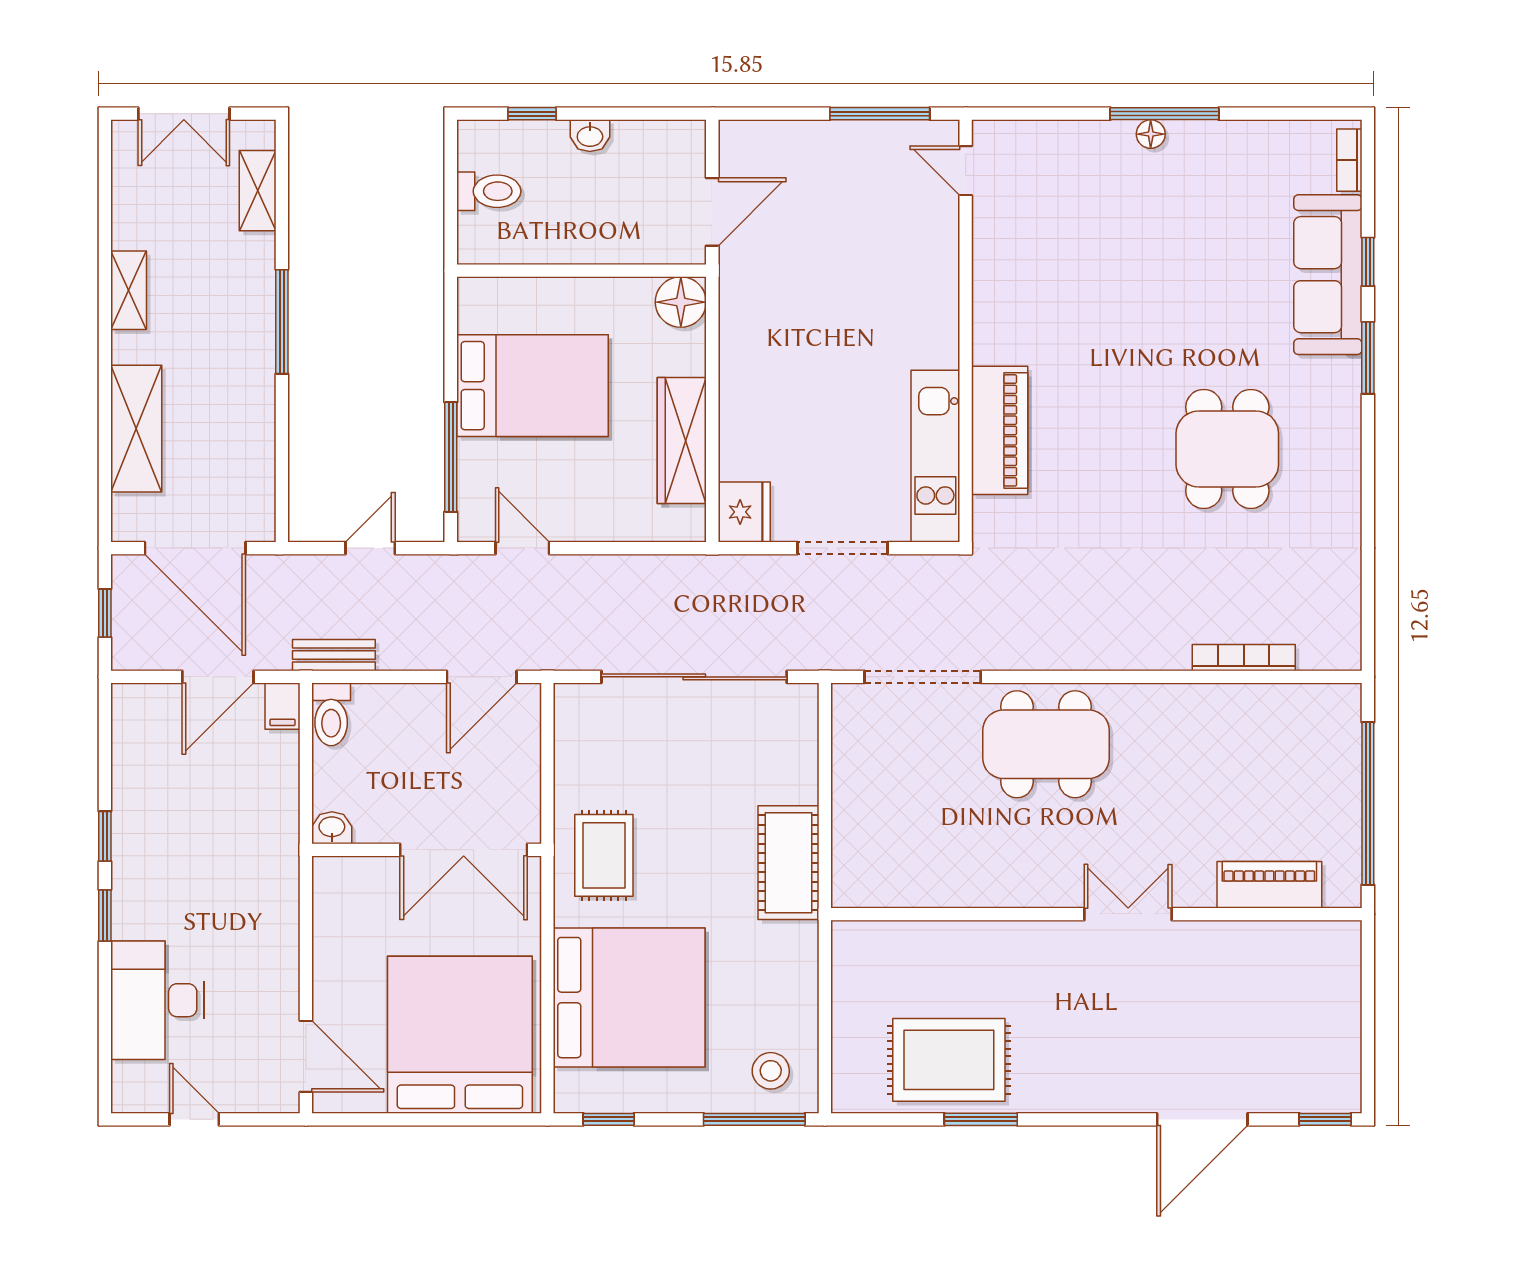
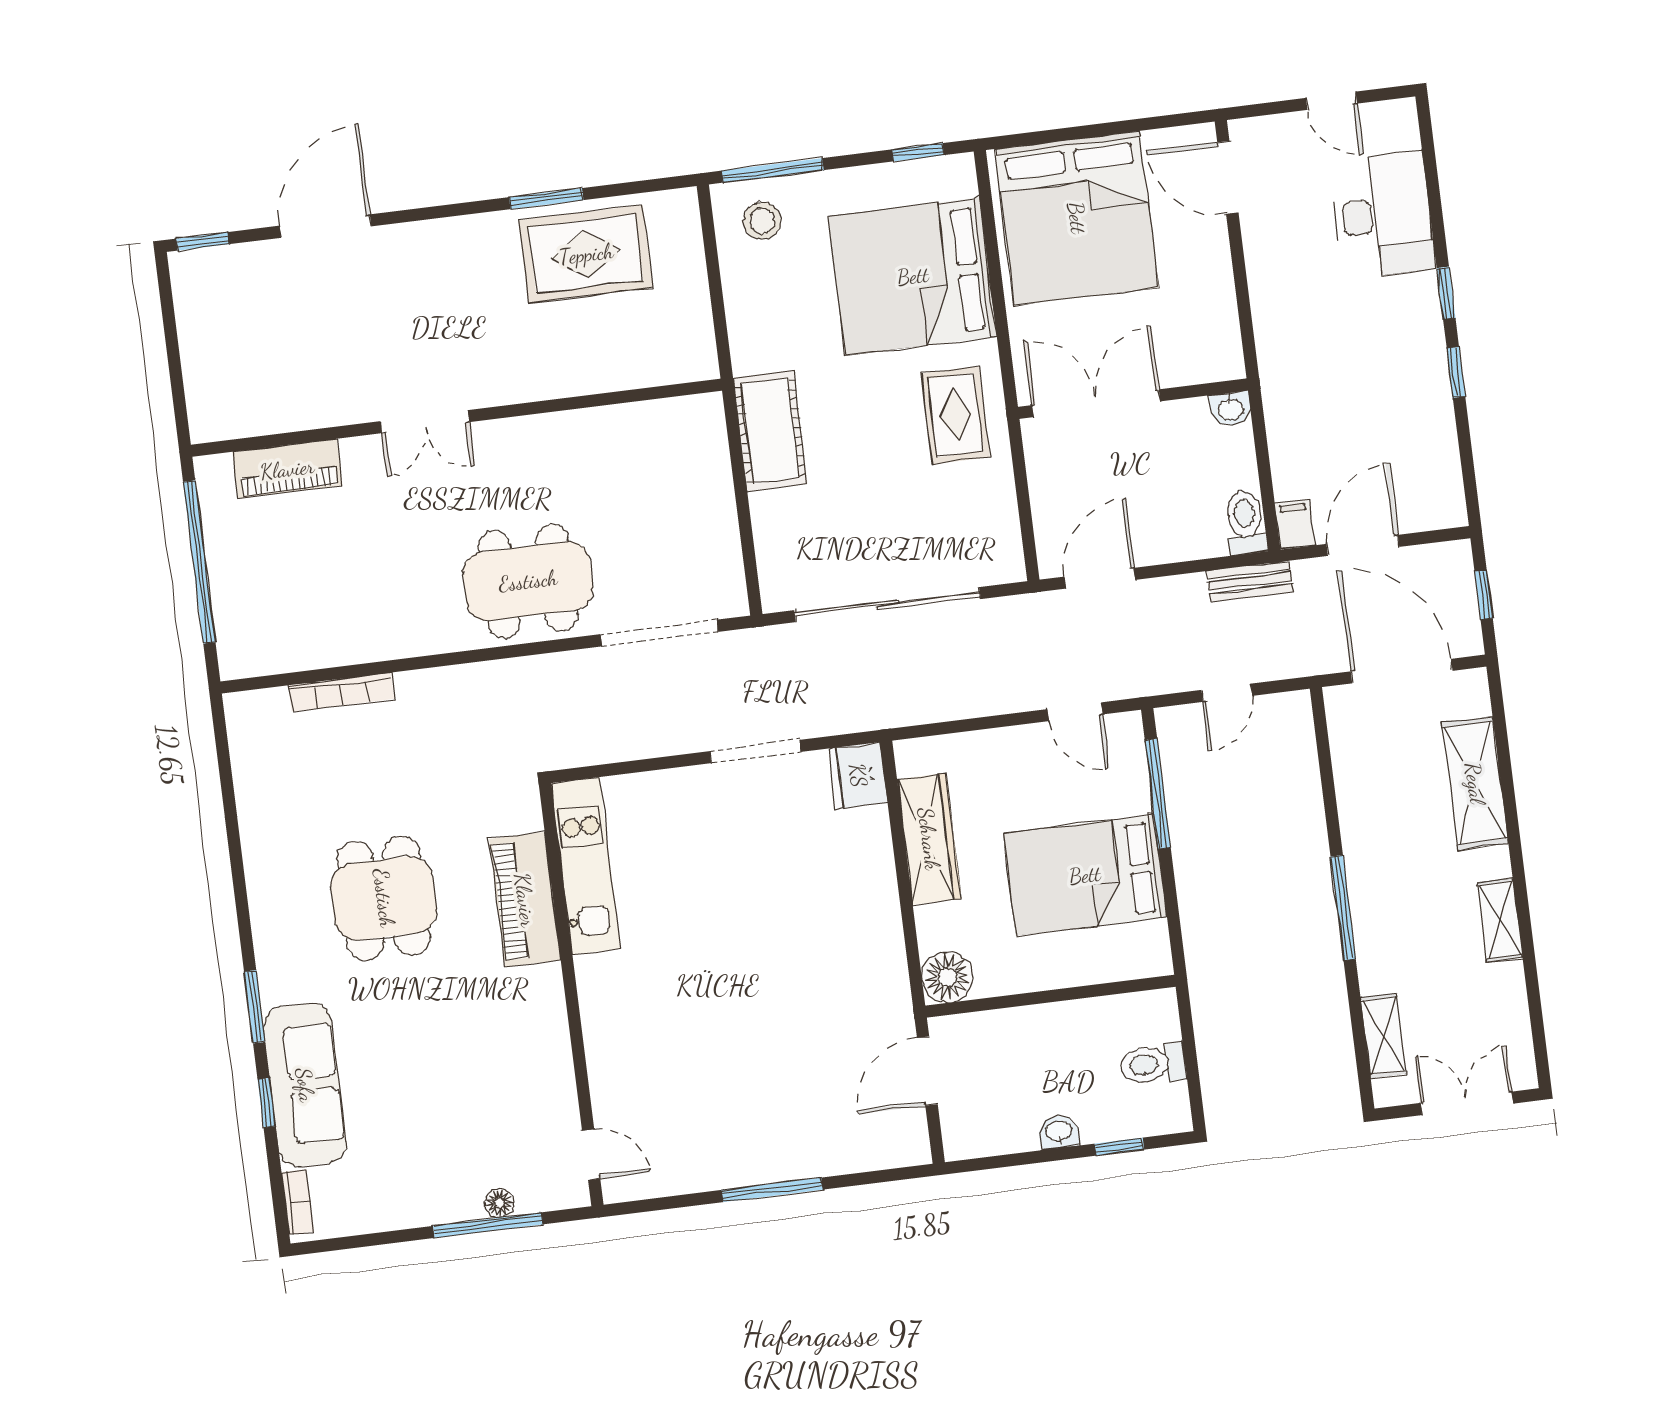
door: (966, 171) -> (591, 1155), moved
wall: (966, 331) -> (571, 995), moved
piano: (1000, 430) -> (525, 900), moved
kitchen unit: (935, 456) -> (586, 866), moved

